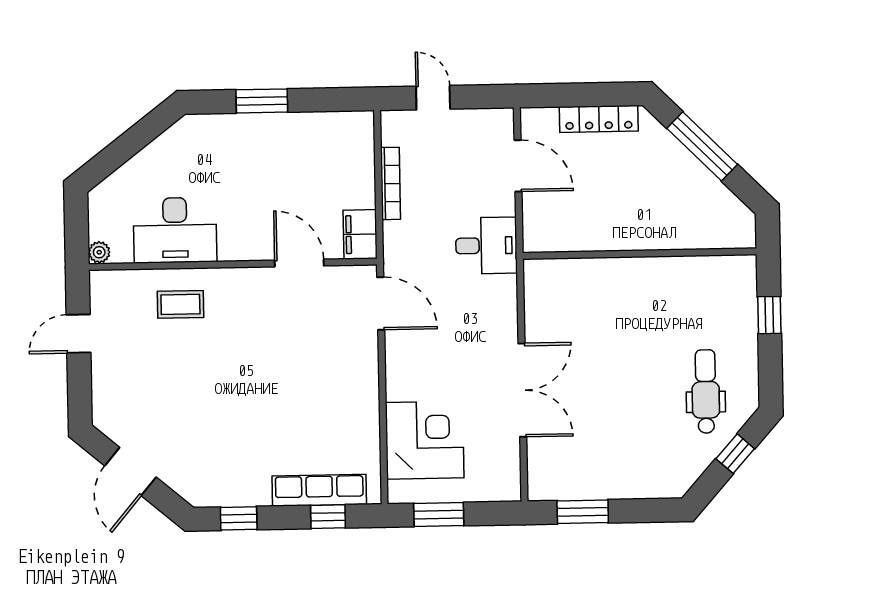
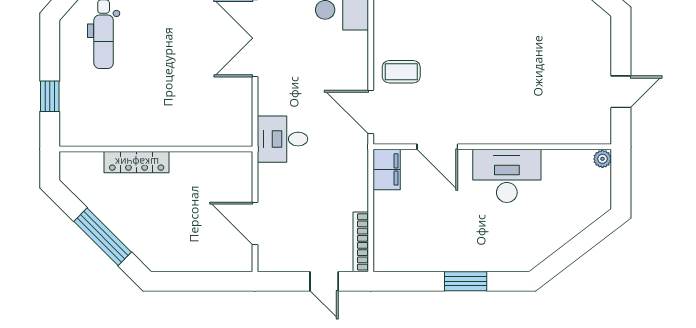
locker: (599, 119) -> (137, 162), moved, turned 180
bookcase: (391, 183) -> (361, 242), moved
desk: (175, 230) -> (507, 176), moved
desk: (486, 246) -> (283, 139), moved
coffee table: (180, 304) -> (401, 72), moved

